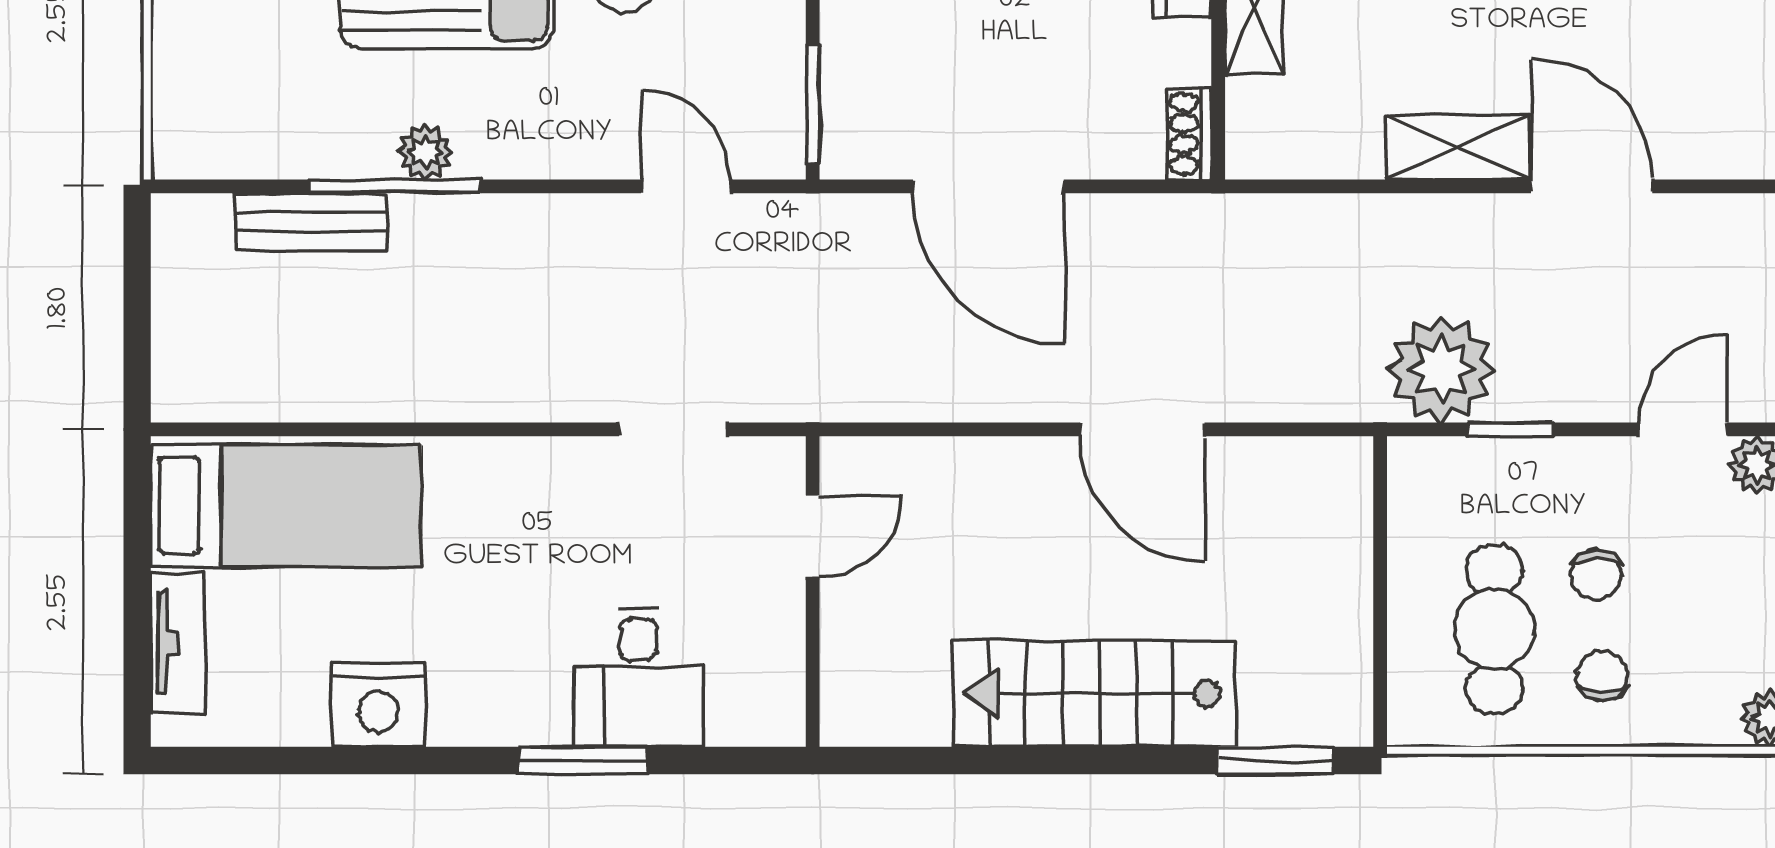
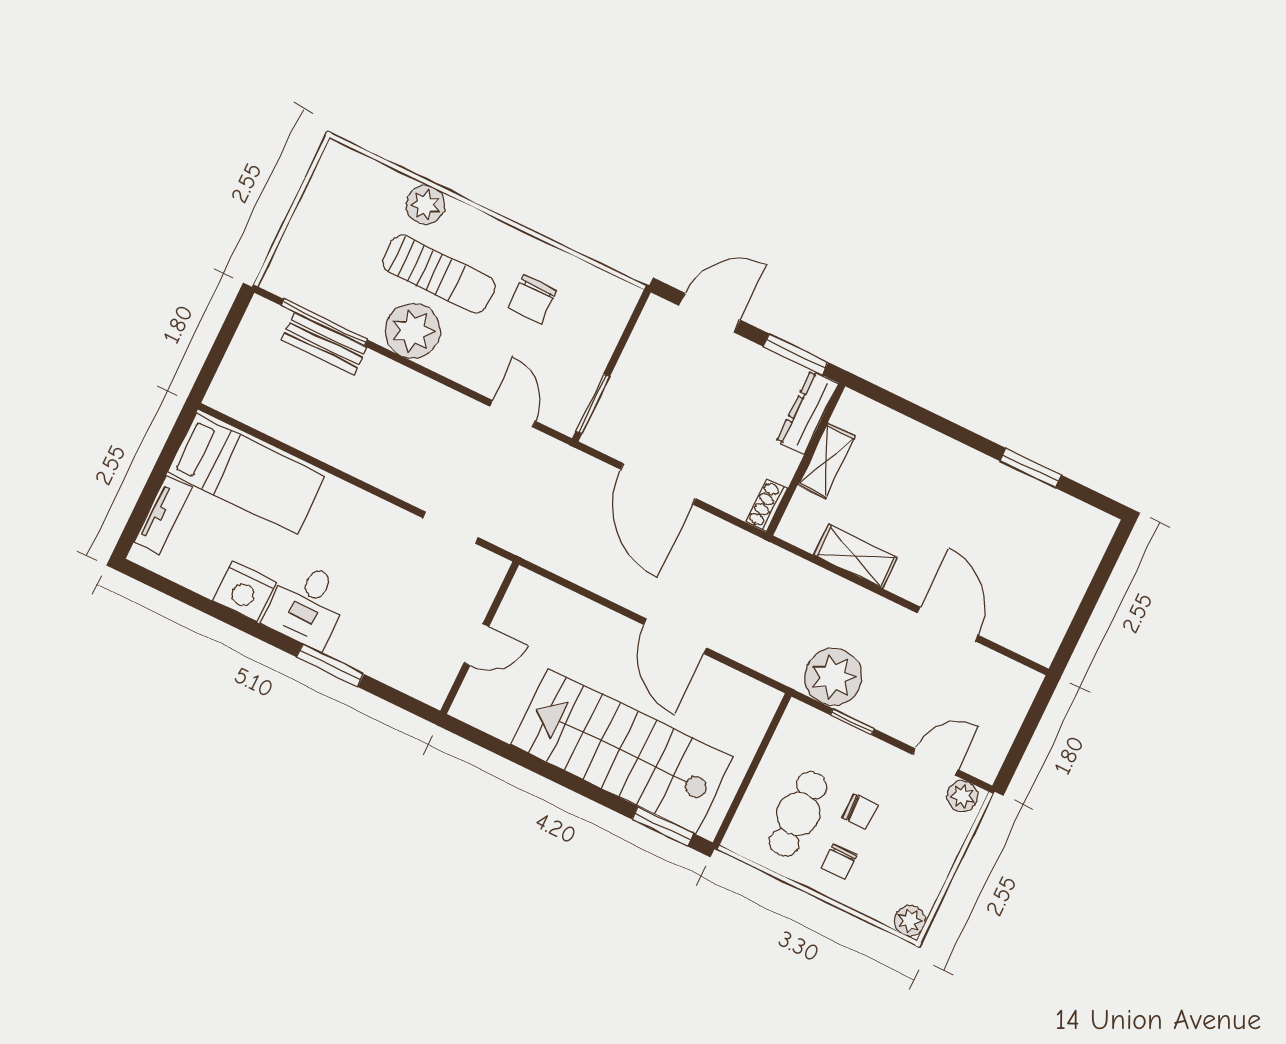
shelving: (1458, 147) -> (856, 556), moved
plant: (425, 152) -> (413, 331), width x1.88, depth x1.88
window: (394, 186) -> (325, 323), moved
door: (813, 536) -> (476, 645), moved
chair: (1596, 575) -> (860, 811), turned -90
chair: (1602, 676) -> (839, 861), turned 180
desk: (638, 677) -> (307, 605), moved
stairs: (1094, 694) -> (622, 751), width x1.36, depth x1.51

